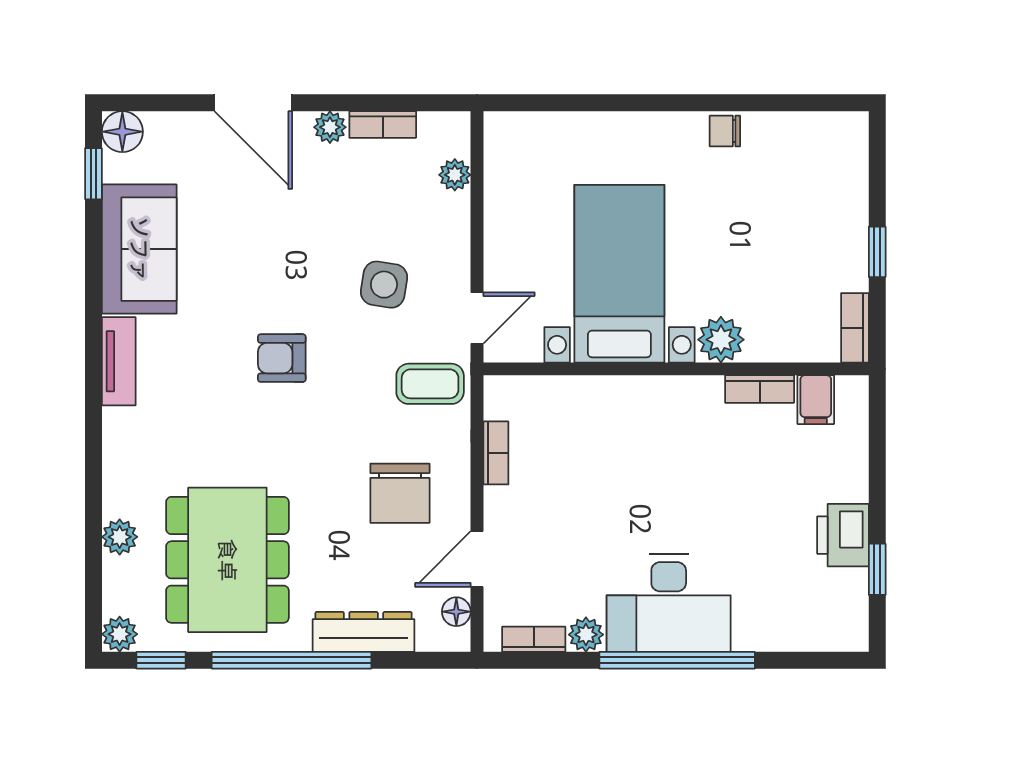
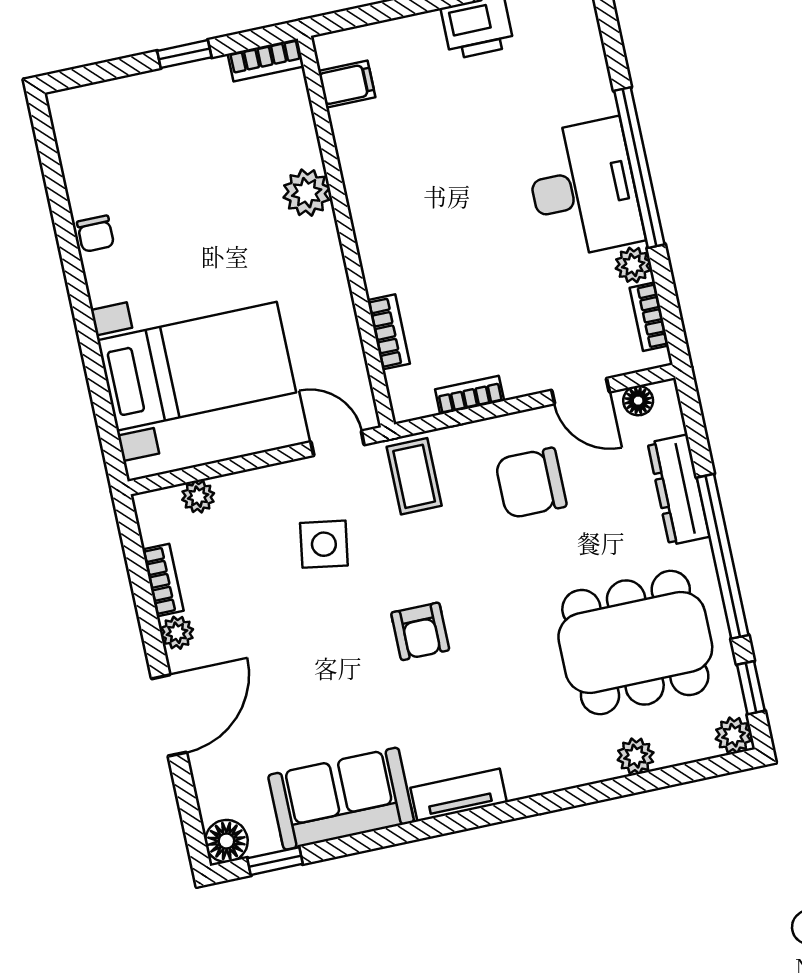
bed with nightstands: (619, 274) -> (197, 366), moved, turned 180
bookcase: (760, 389) -> (389, 332), moved
chair: (400, 493) -> (531, 483), turned 180

